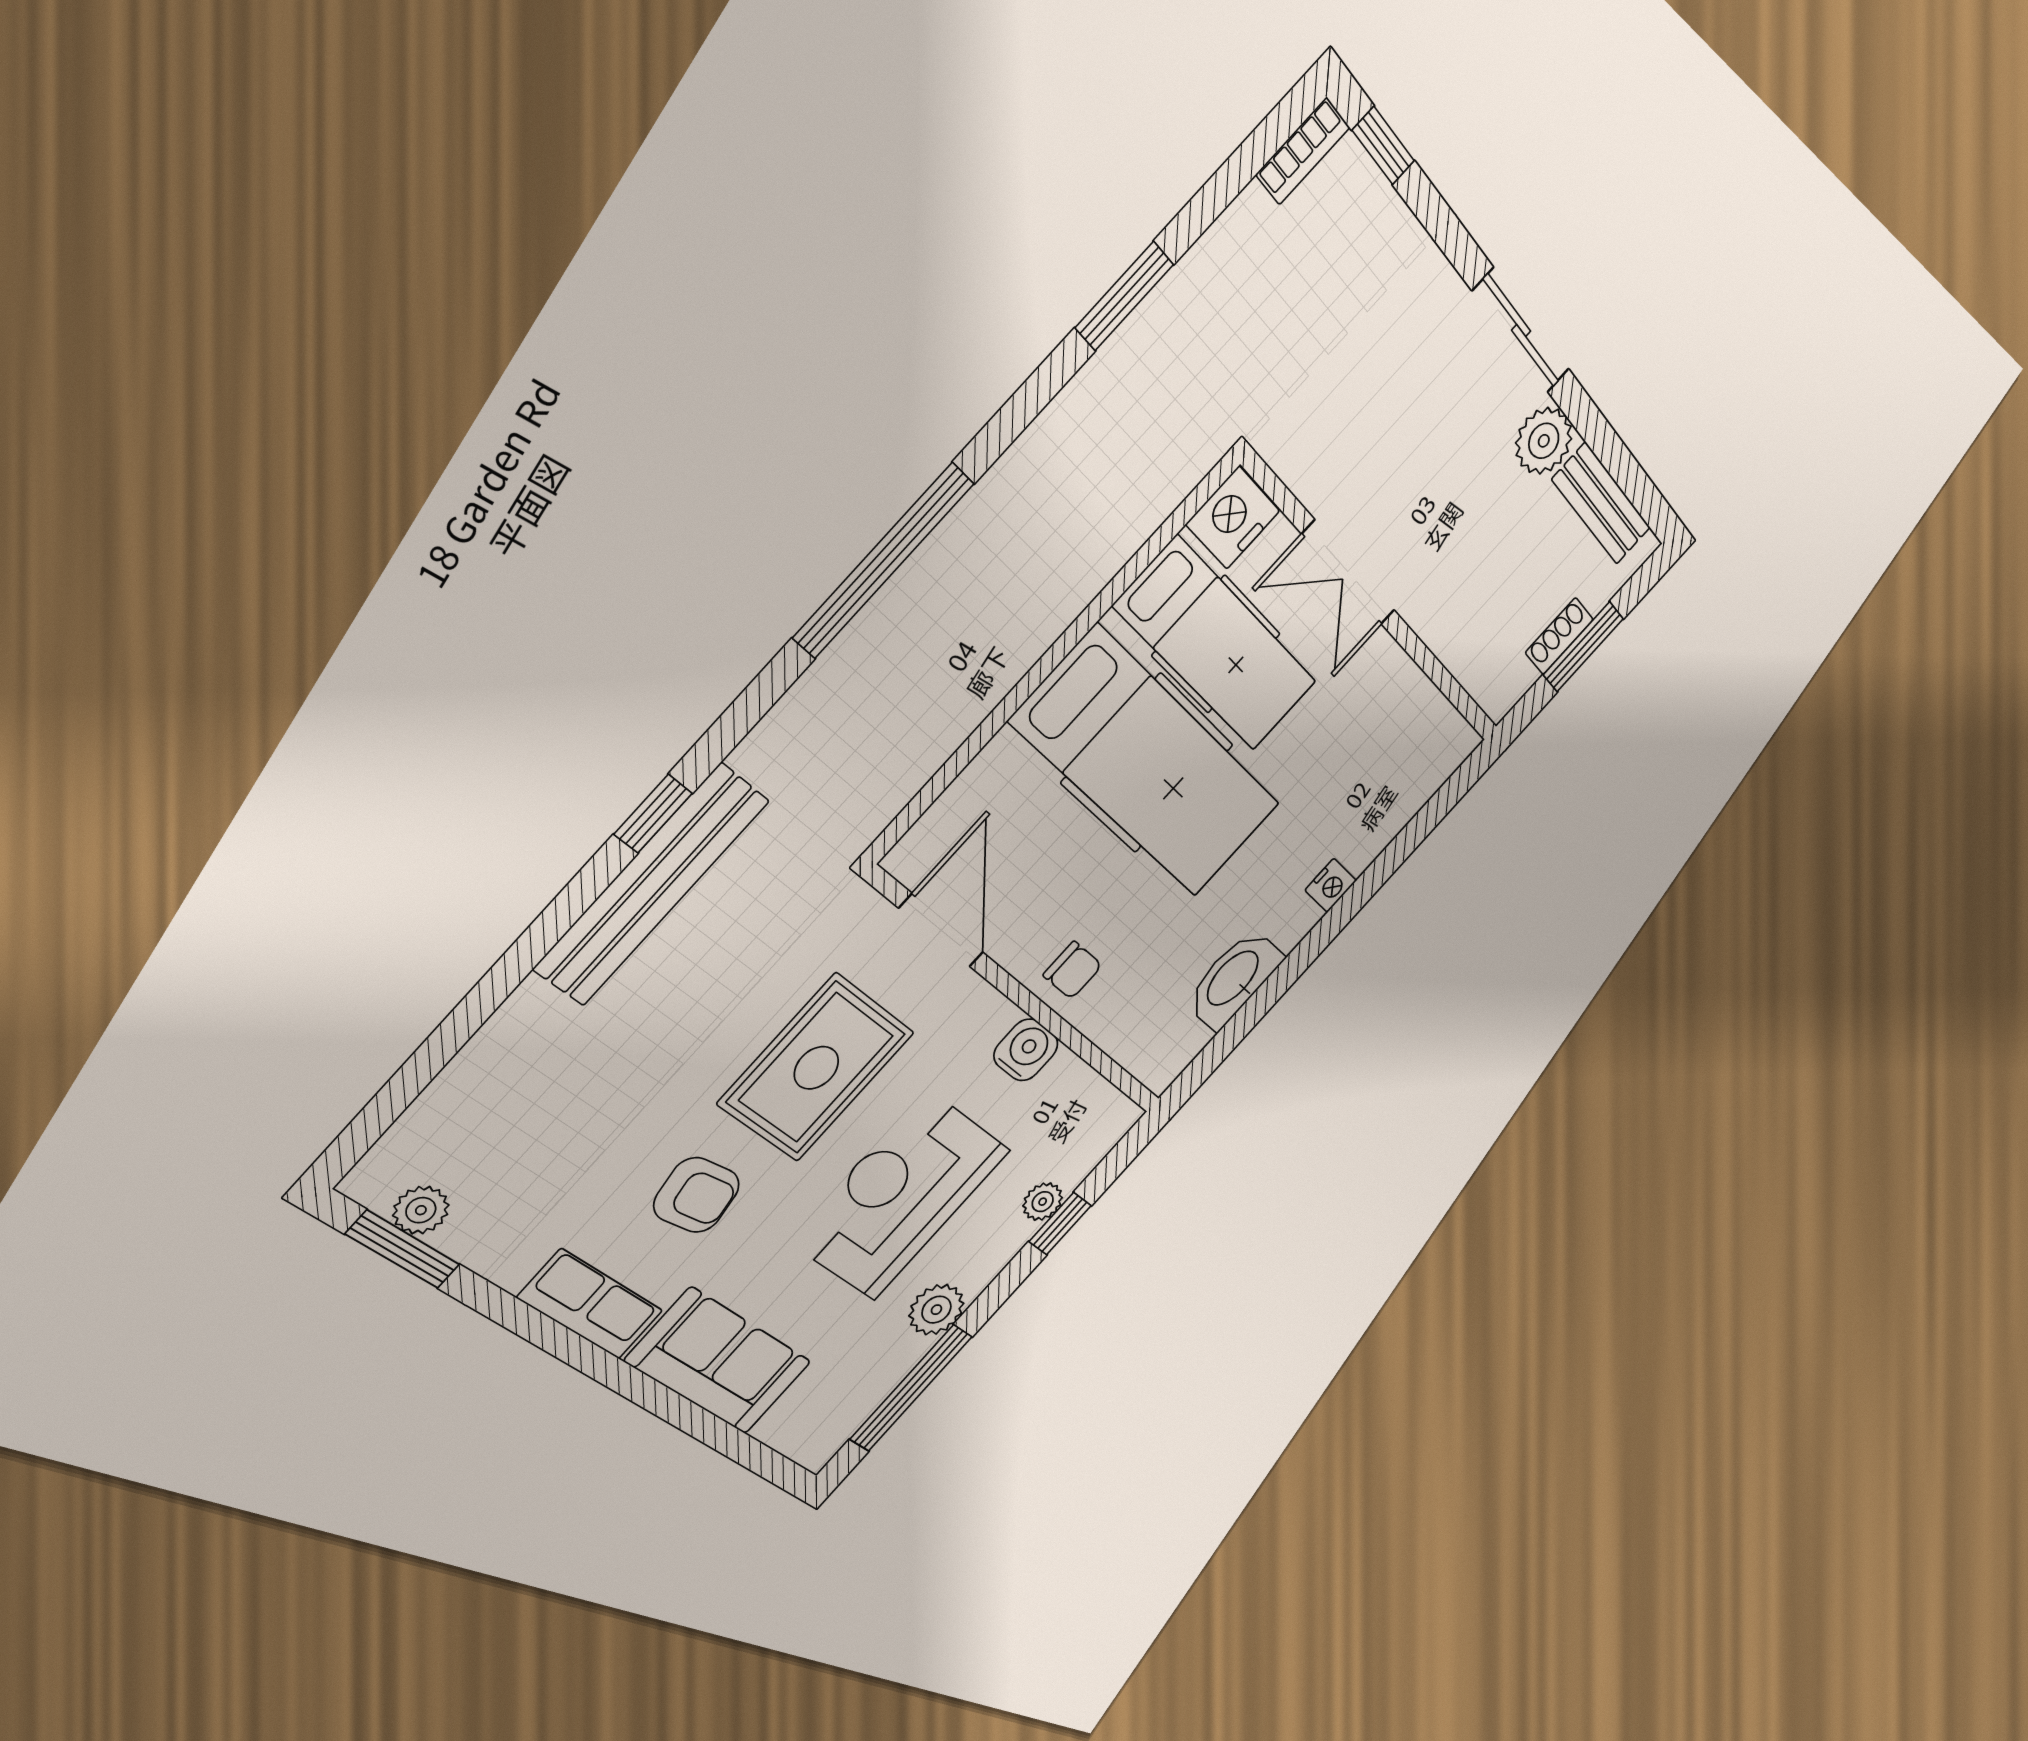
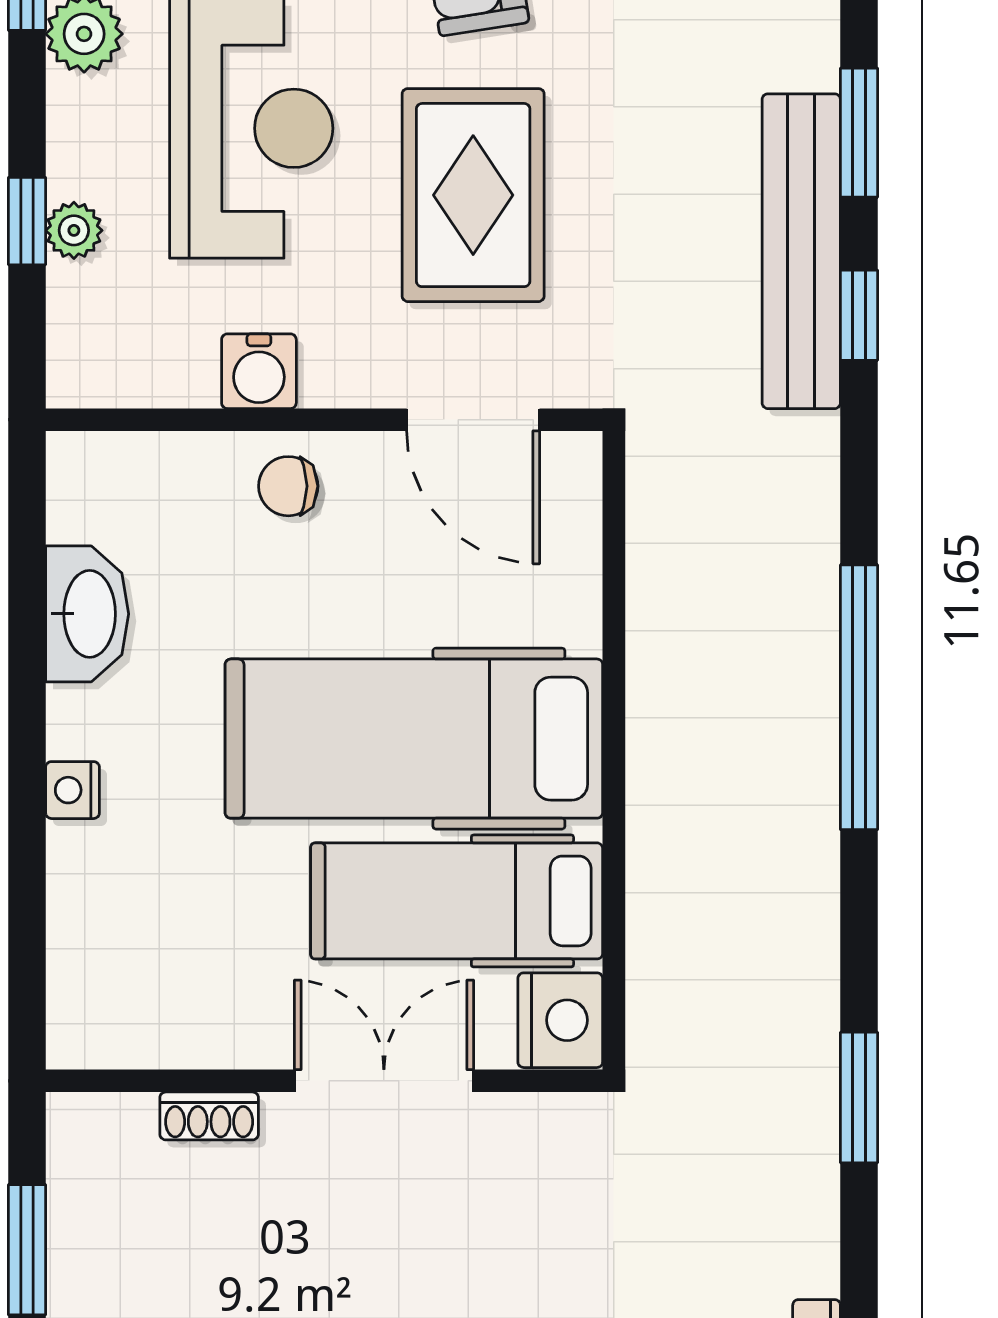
shoe rack: (1559, 636) -> (209, 1116), moved, turned 90
window: (543, 935) -> (859, 133), added

